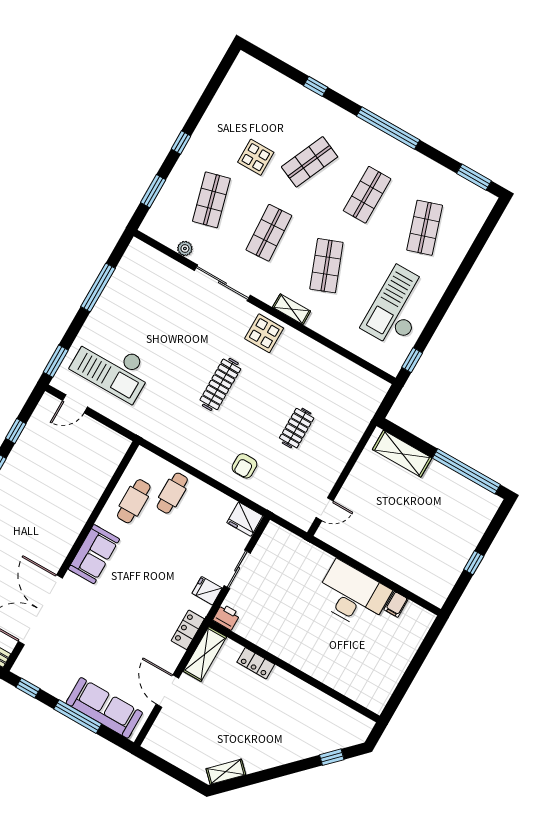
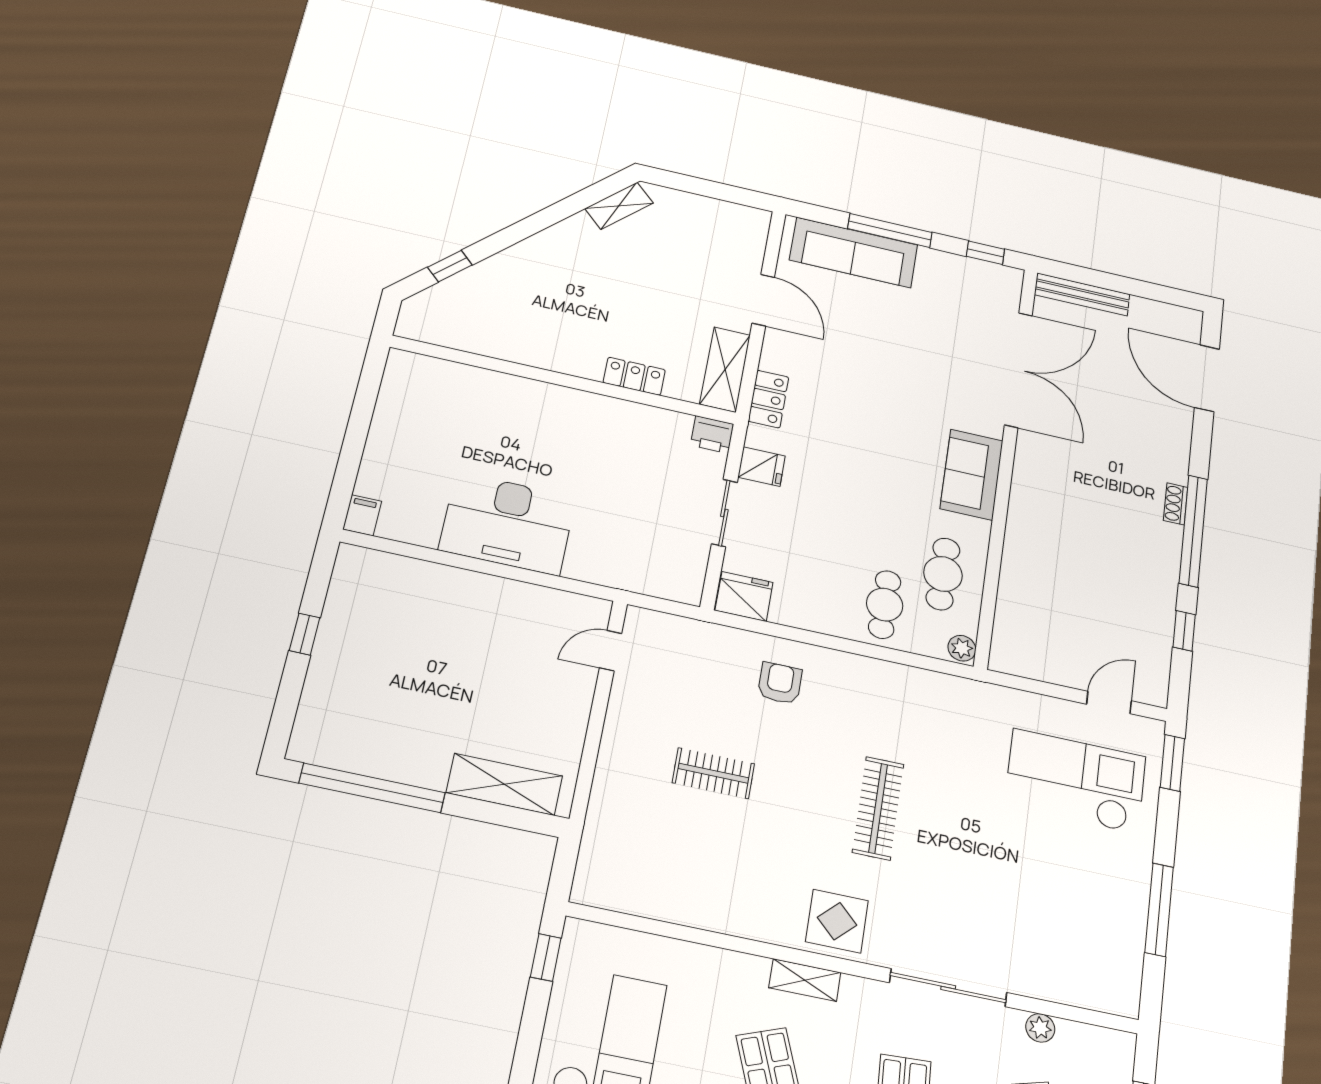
clothes rail: (297, 428) -> (713, 773), turned 90
plant: (141, 457) -> (962, 648), added
filing cabinet: (396, 604) -> (362, 515), moved

